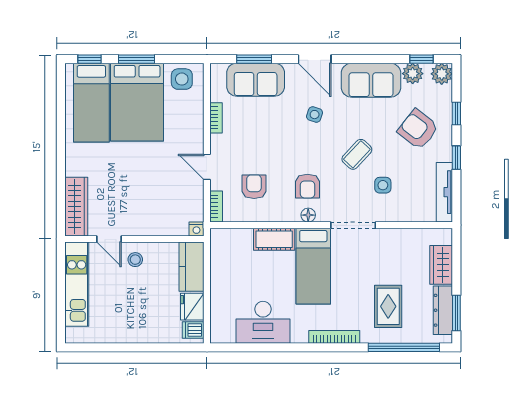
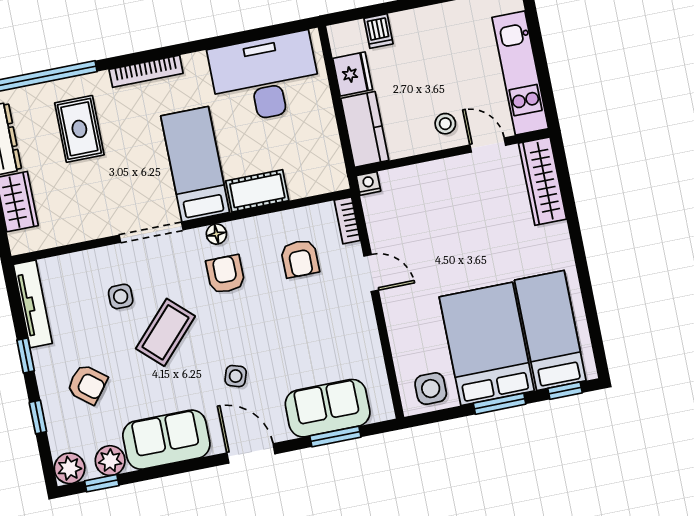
bookcase: (216, 118) -> (372, 344), removed
armchair: (418, 129) -> (87, 384), width x0.72, depth x0.72
coffee table: (357, 154) -> (165, 332), width x1.36, depth x1.30
desk: (263, 322) -> (265, 78), width x1.36, depth x1.30
dishwasher: (193, 330) -> (378, 31), moved, turned 90

